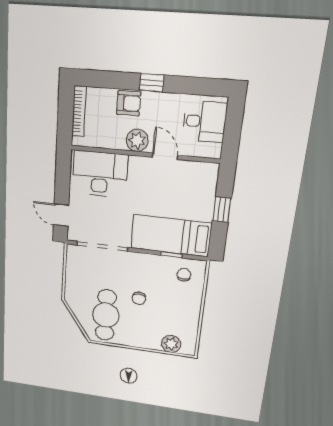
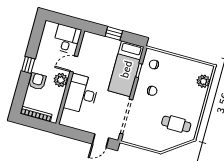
desk: (204, 121) -> (67, 39), moved
desk: (100, 174) -> (82, 94), moved
chair: (139, 298) -> (152, 91), moved
cafe table: (106, 315) -> (176, 124), width x0.73, depth x0.74

